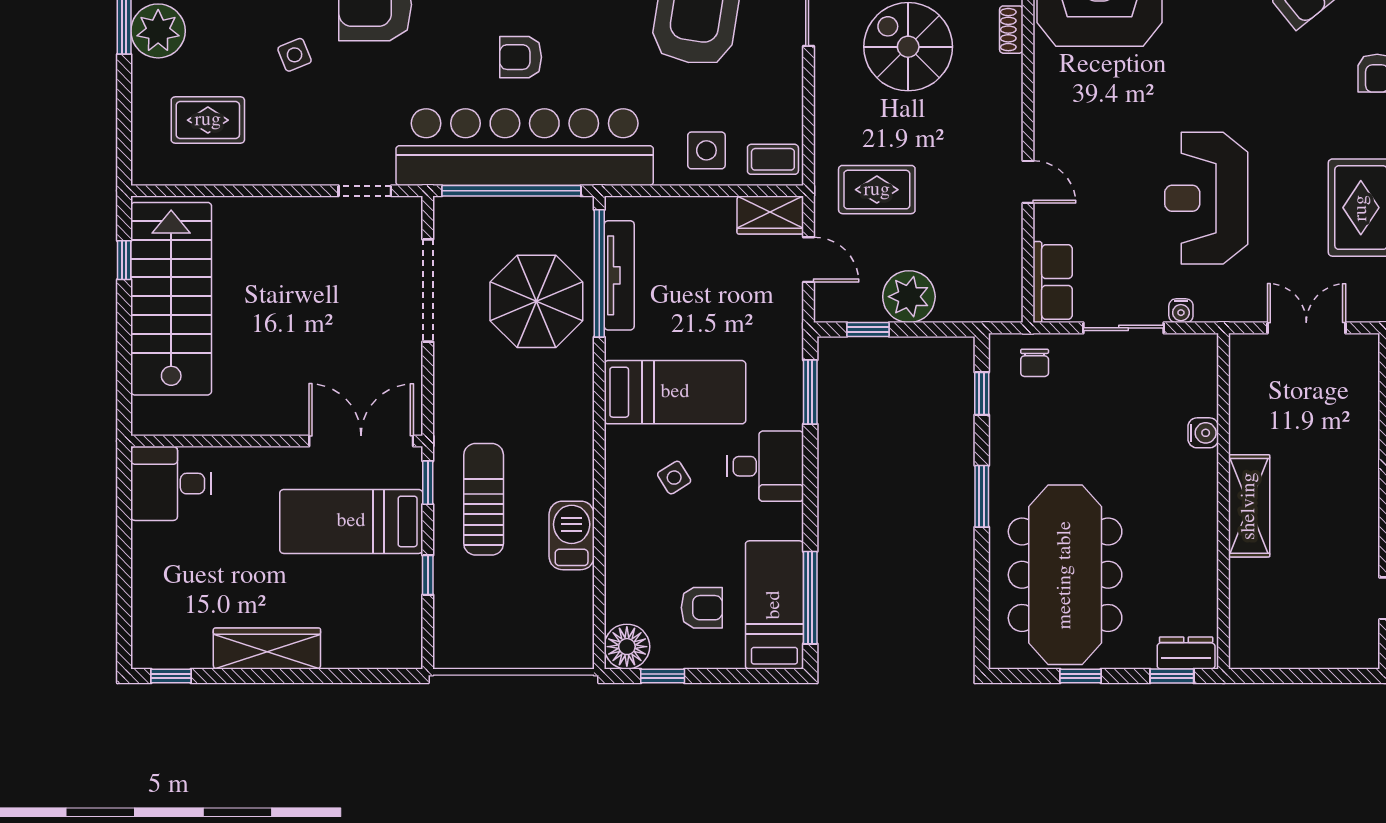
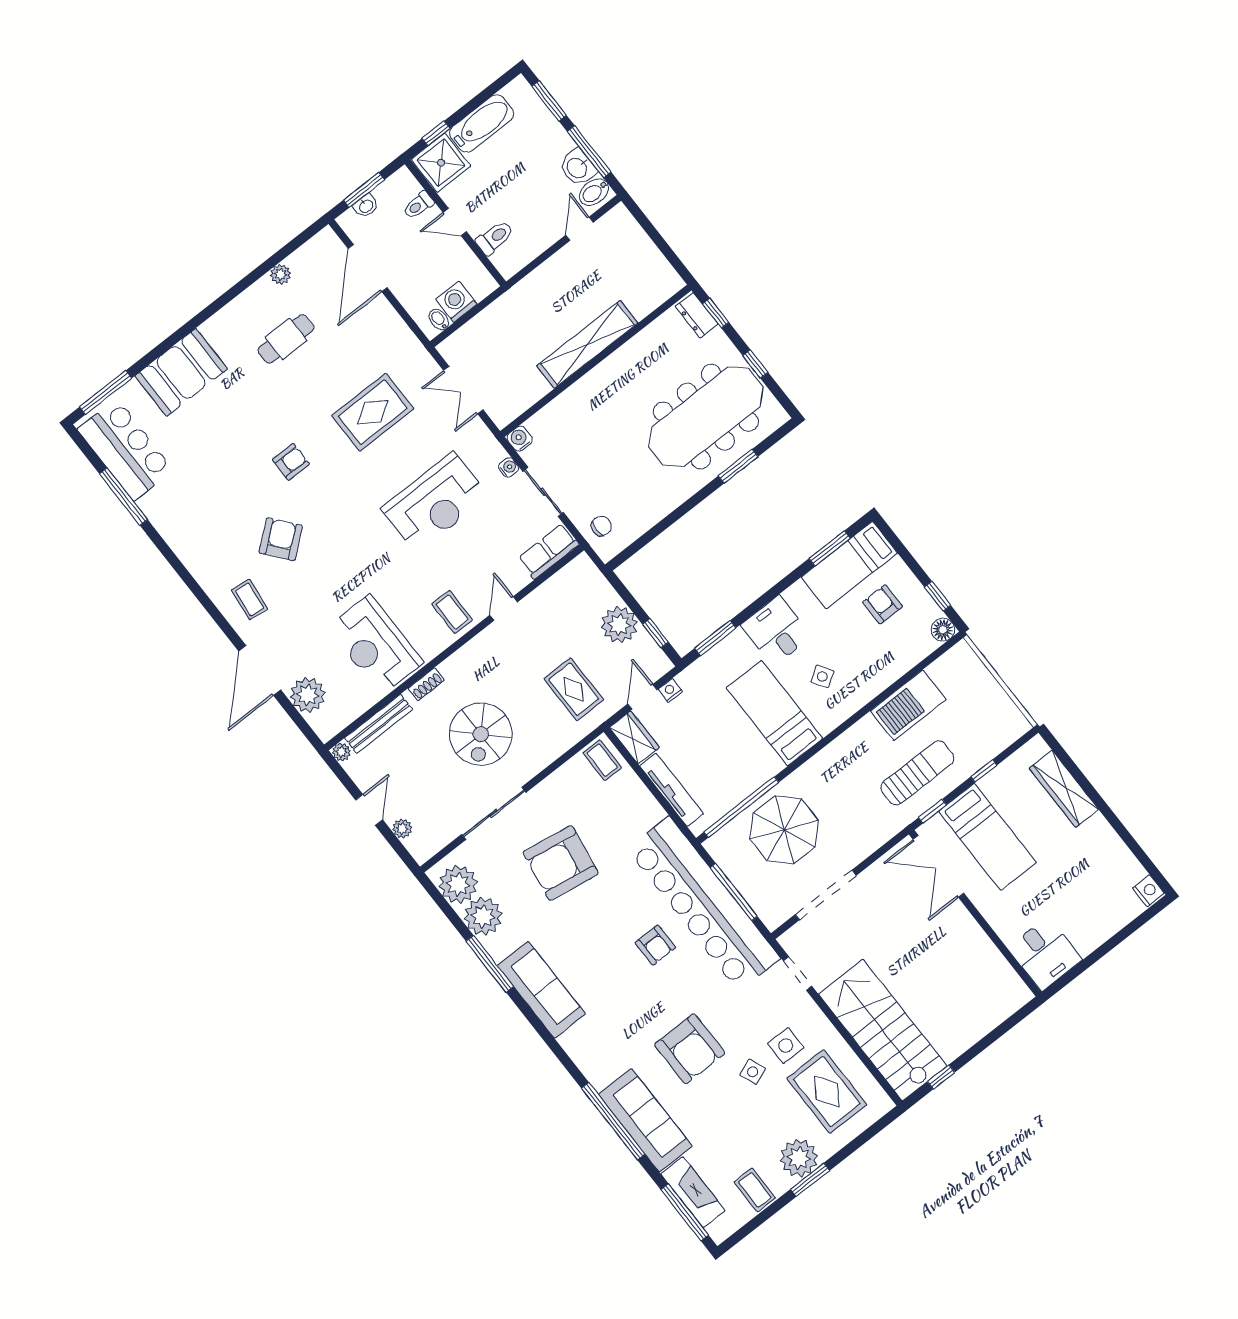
rug: (208, 120) -> (827, 1092), width x1.36, depth x1.43
coffee table: (1069, 121) -> (452, 612), added
side table: (706, 150) -> (786, 1045), moved
window: (511, 191) -> (734, 892), width x0.68
tv unit: (619, 275) -> (671, 790), moved, turned 90
nightstand: (791, 296) -> (670, 690), added
stairs: (171, 299) -> (883, 1030), moved, turned 90
window: (982, 393) -> (641, 542), removed
water cooler: (1203, 433) -> (520, 439), moved
window: (982, 496) -> (738, 466), moved
sun lounger: (484, 499) -> (917, 773), turned 180
shelving: (1249, 506) -> (587, 344), width x1.47
barbecue: (572, 535) -> (908, 705), width x1.37, depth x1.21
window: (810, 598) -> (830, 548), width x0.69
floor lamp: (627, 647) -> (943, 630), width x0.73, depth x0.73
wardrobe: (267, 649) -> (1064, 789), moved
nightstand: (151, 654) -> (1148, 891), added
window: (171, 676) -> (1152, 870), removed

